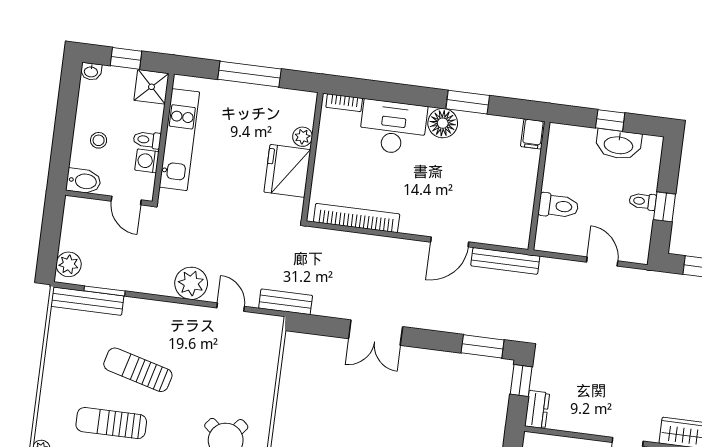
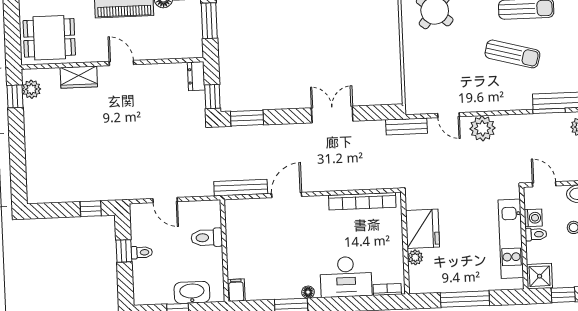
floor lamp: (443, 123) -> (308, 292), width x0.53, depth x0.53
washbasin: (619, 144) -> (192, 292), moved

